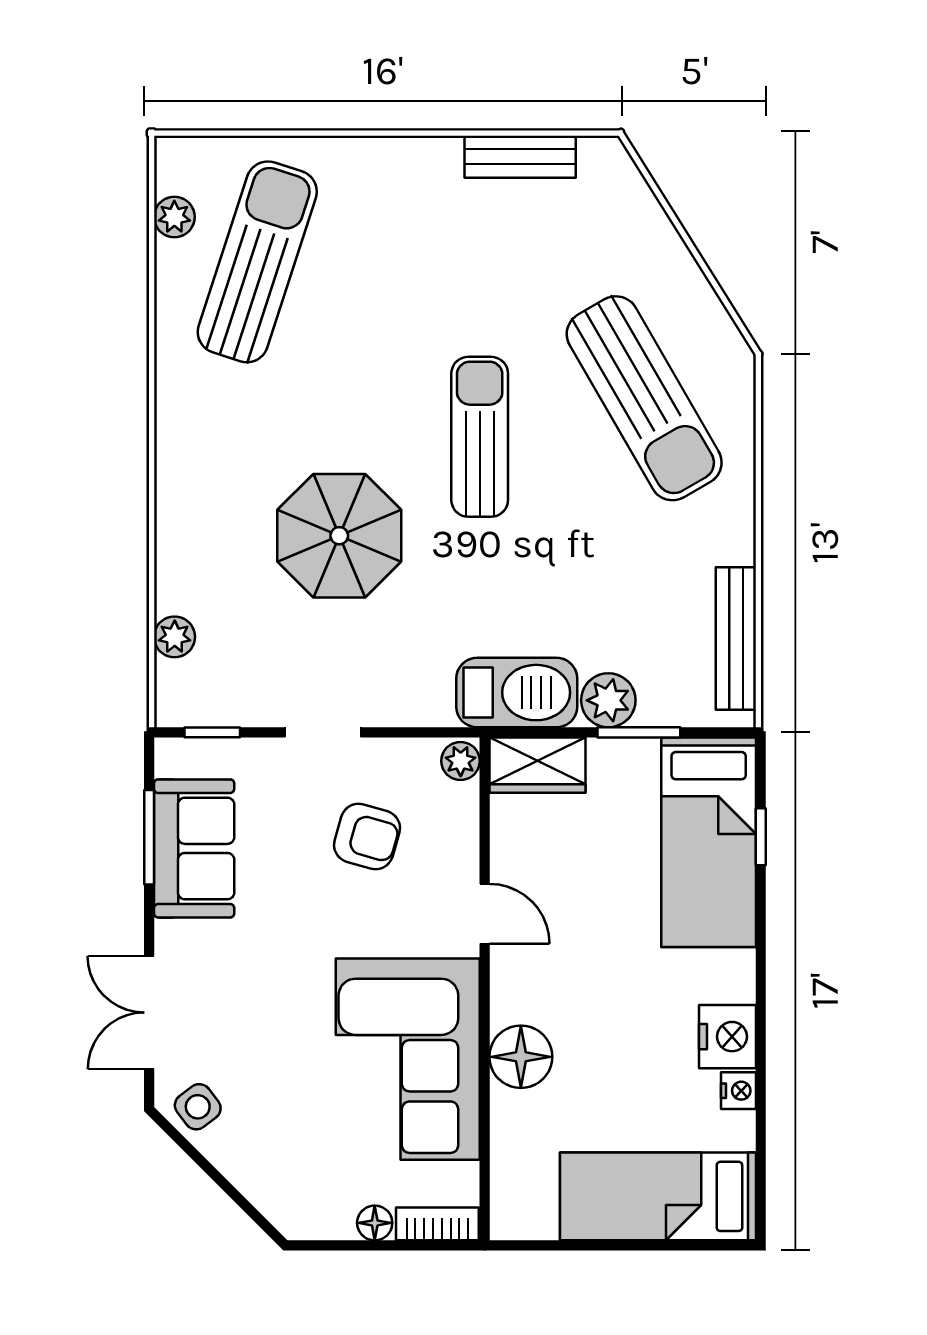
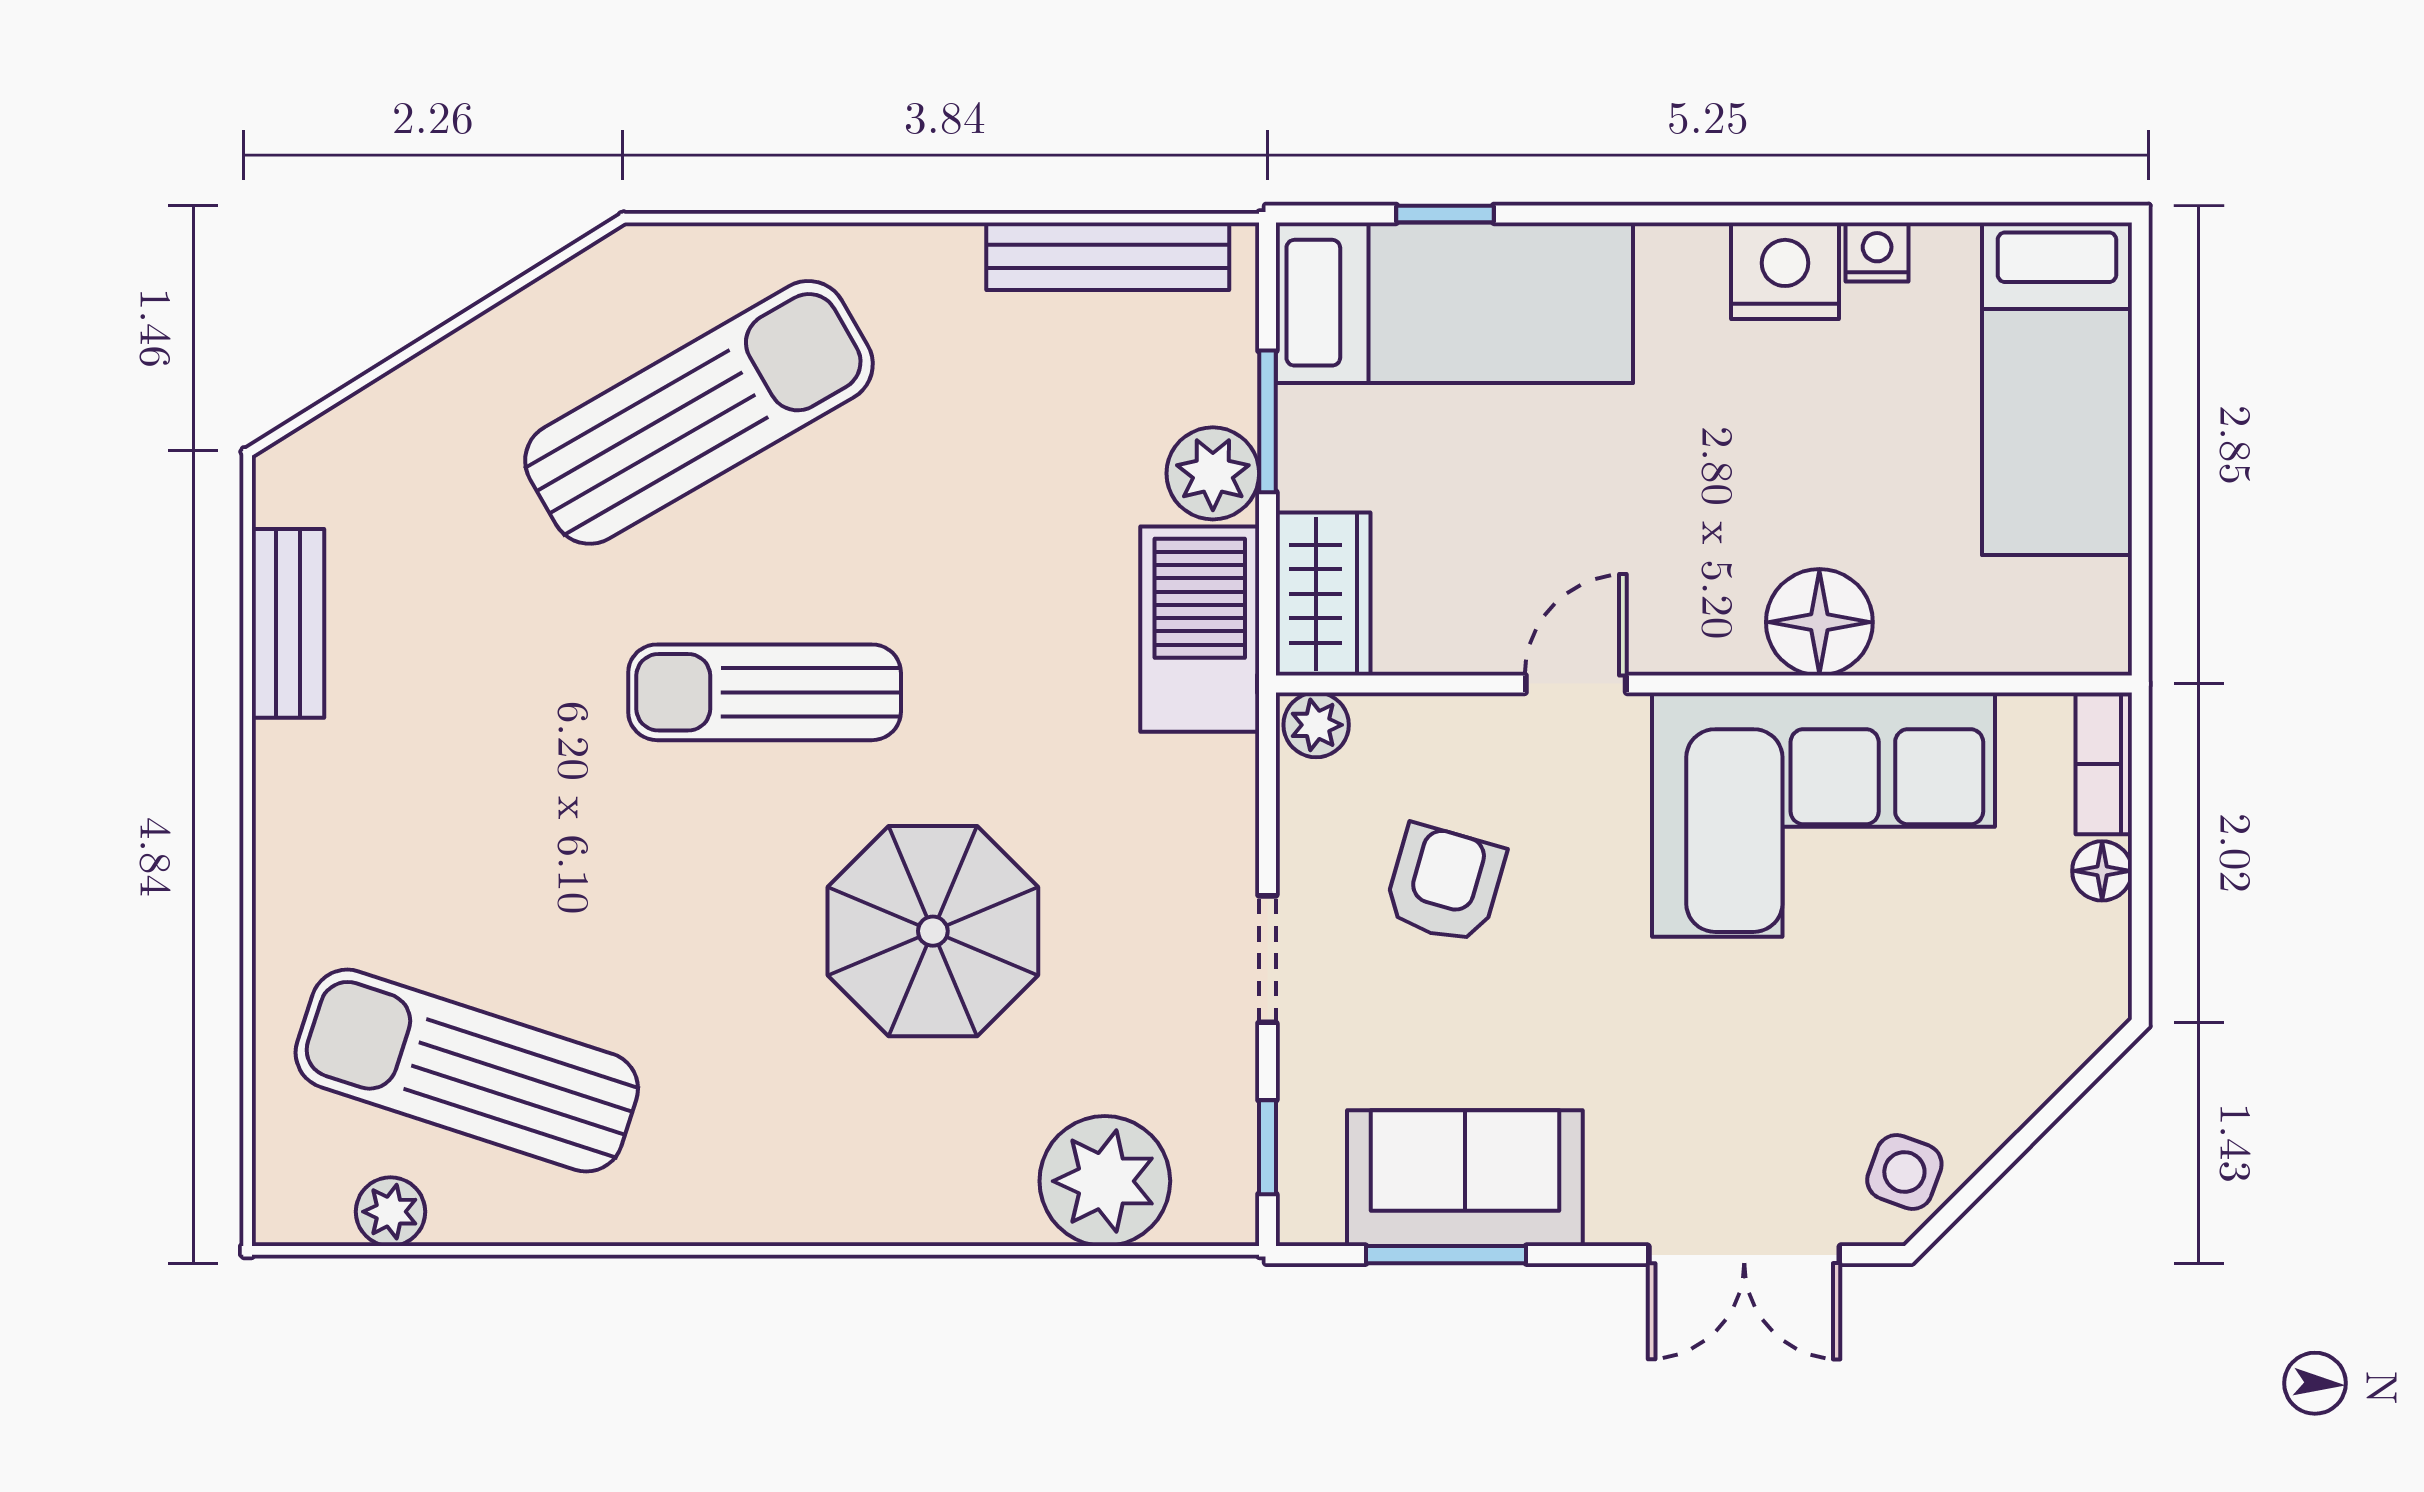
plant: (175, 637) -> (1105, 1181), width x1.88, depth x1.88
side table: (198, 1107) -> (1904, 1172), turned -33

